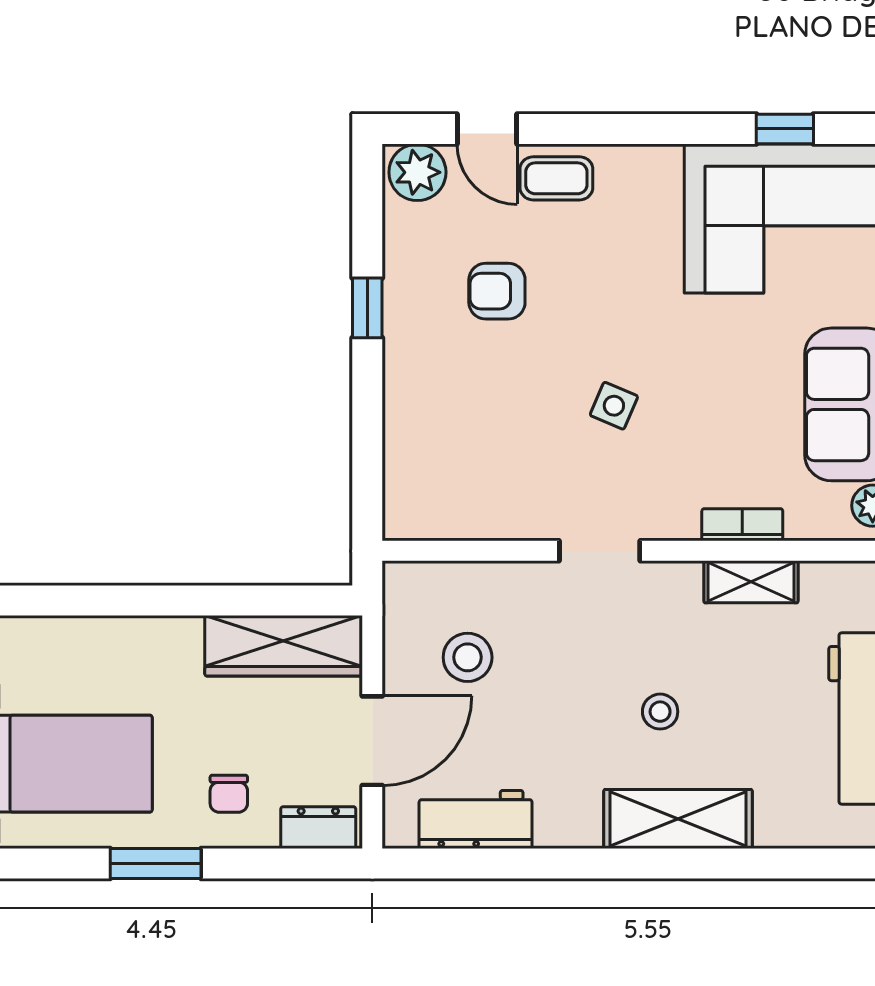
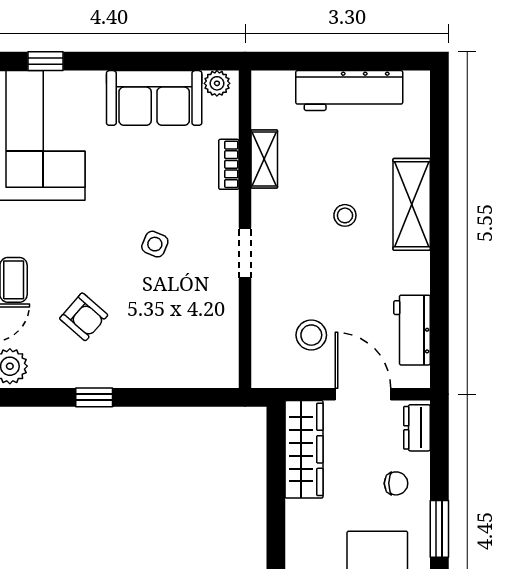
armchair: (497, 291) -> (84, 317), turned -49

